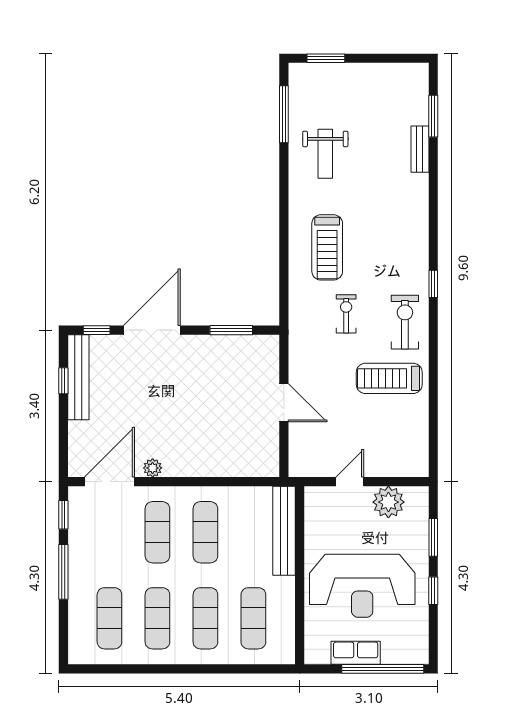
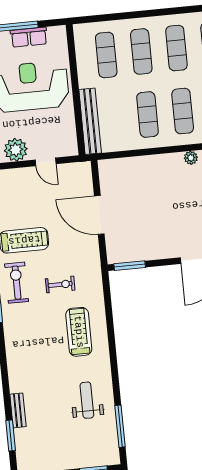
exercise bike: (346, 314) -> (60, 284), turned -90
exercise bike: (405, 322) -> (17, 283), turned 180
window: (231, 330) -> (130, 266), moved
door: (284, 403) -> (99, 215), width x1.36
door: (350, 482) -> (46, 162), hinge flipped

